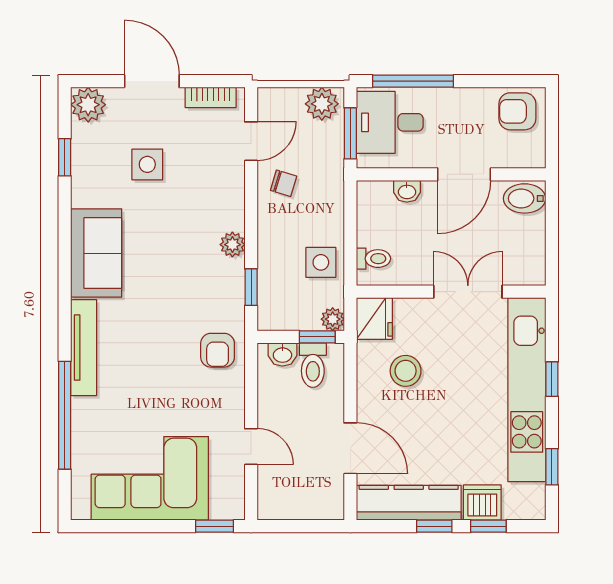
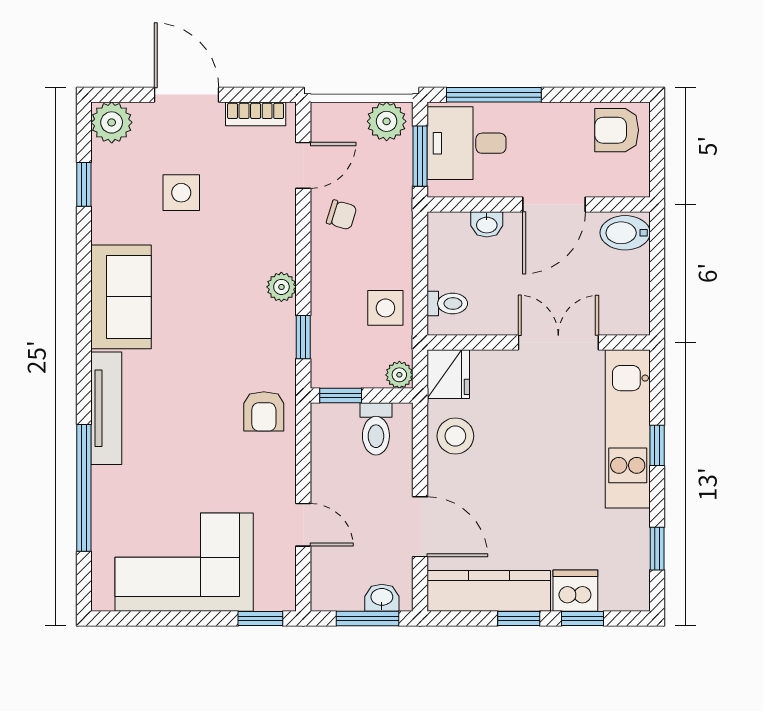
window: (317, 337) -> (341, 396), moved
washbasin: (282, 354) -> (382, 598), moved, turned 180
stool: (406, 371) -> (455, 436), moved
kitchen unit: (527, 390) -> (628, 429), width x0.73
window: (306, 526) -> (367, 618), added

